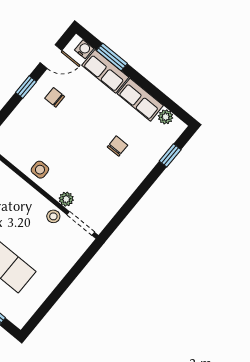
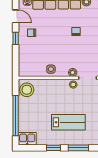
door: (51, 56) -> (16, 16), hinge flipped

